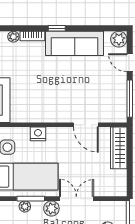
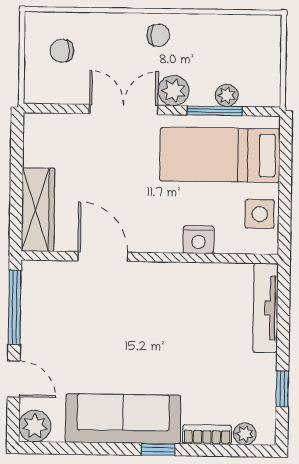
double door: (76, 199) -> (124, 109), swing flipped

